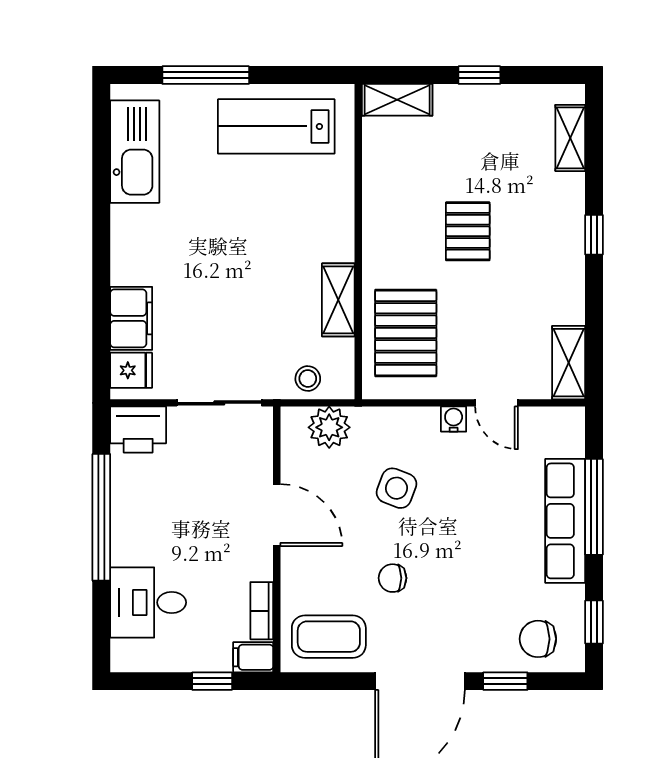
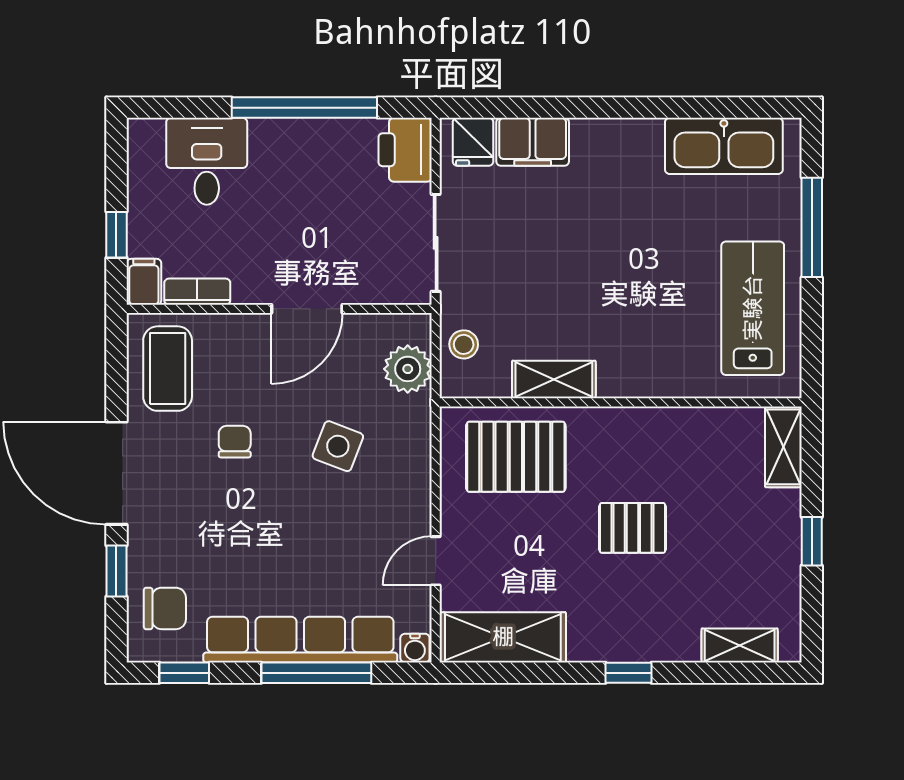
shelving: (569, 363) -> (503, 637), width x1.50, depth x1.33
water cooler: (454, 419) -> (415, 648), moved, turned 90
row of seats: (565, 521) -> (300, 640), width x1.36
chair: (538, 639) -> (165, 608), turned 90

